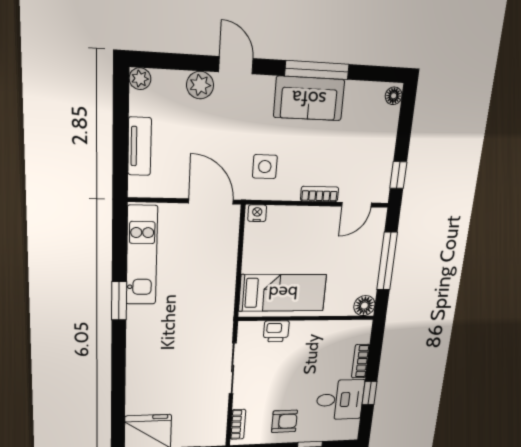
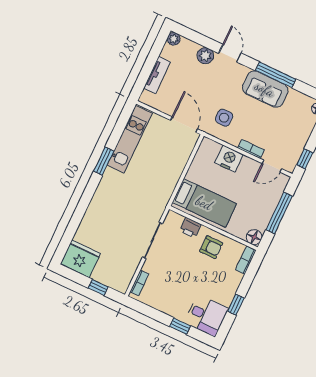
nightstand: (257, 213) -> (229, 159), moved, width x1.89, depth x1.79
bookcase: (361, 361) -> (246, 260), moved
desk: (340, 400) -> (206, 316), moved
armchair: (284, 421) -> (211, 247), moved

